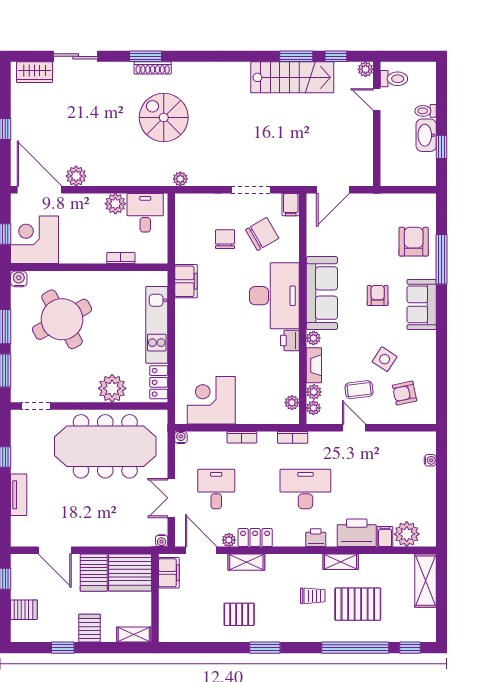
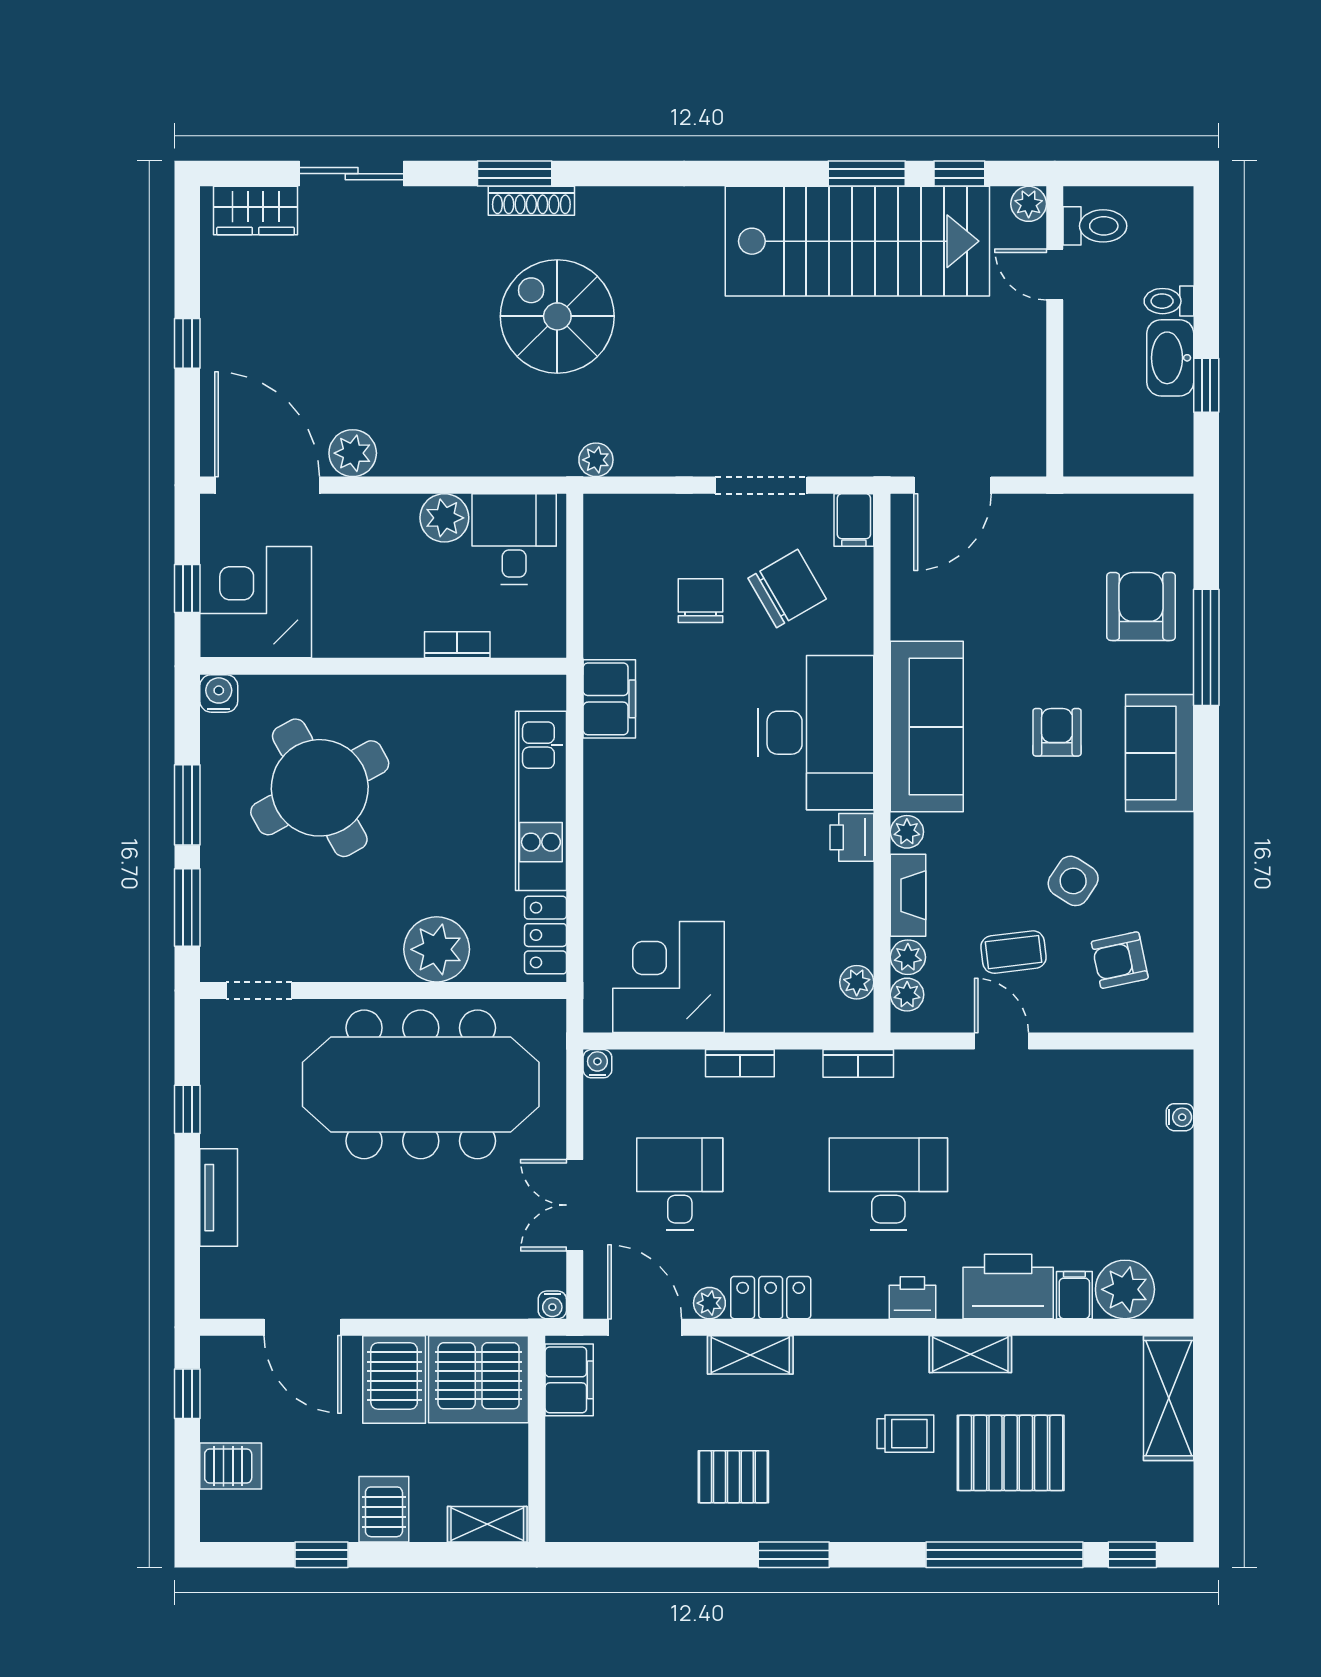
stairs: (292, 77) -> (857, 241), width x1.36, depth x1.51

